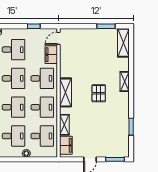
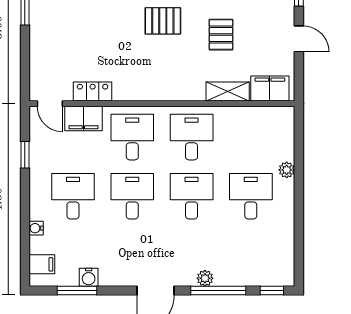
locker: (64, 59) -> (93, 92), added
shelving: (66, 92) -> (161, 89), removed
pallet: (92, 121) -> (221, 35), added
desk: (42, 136) -> (251, 137), removed

